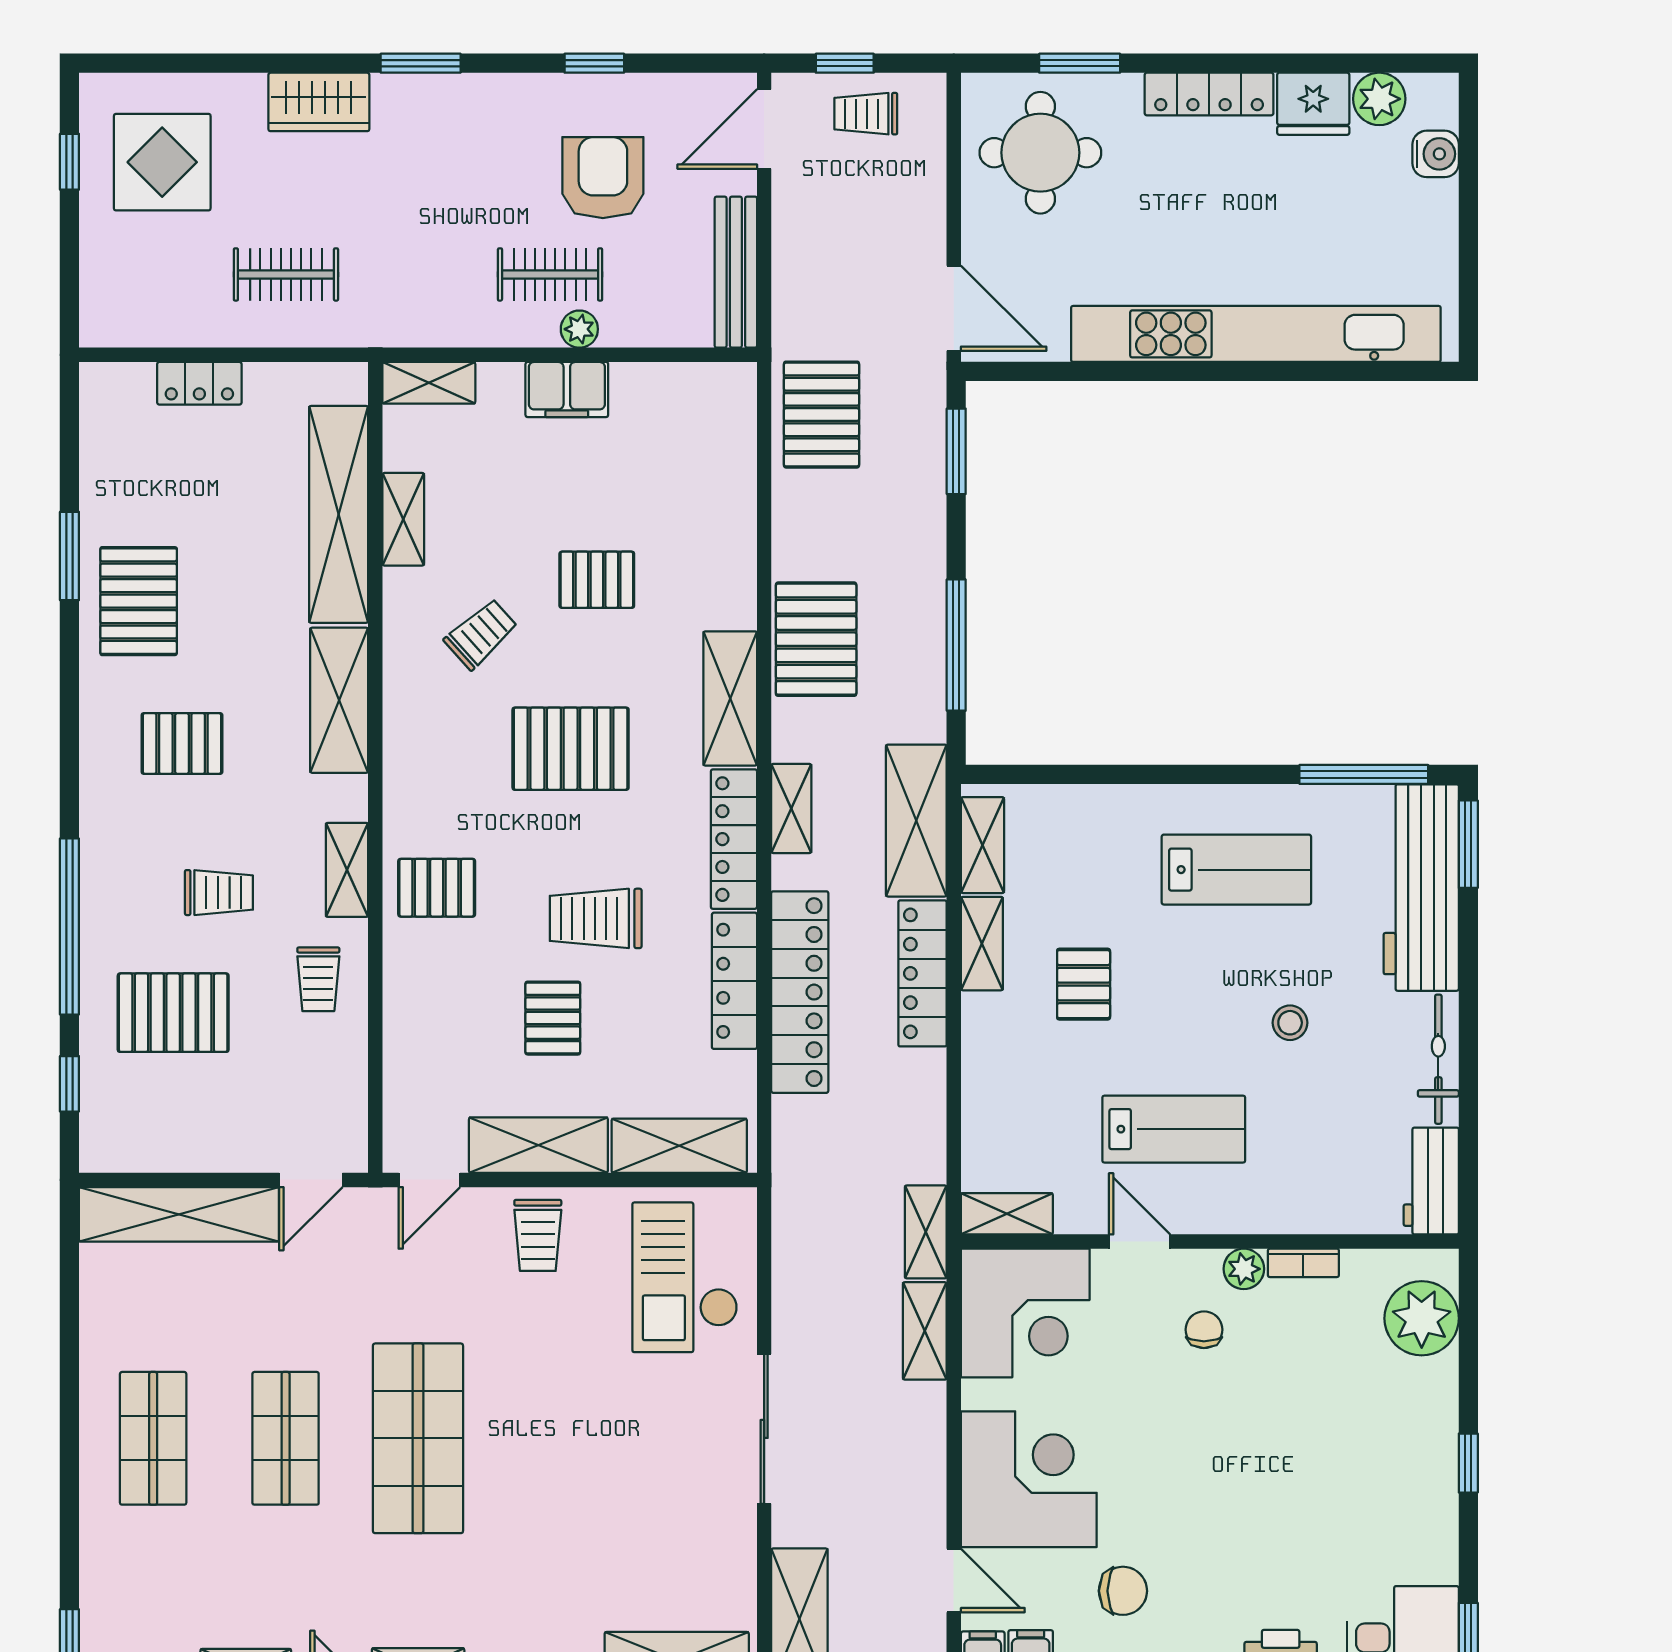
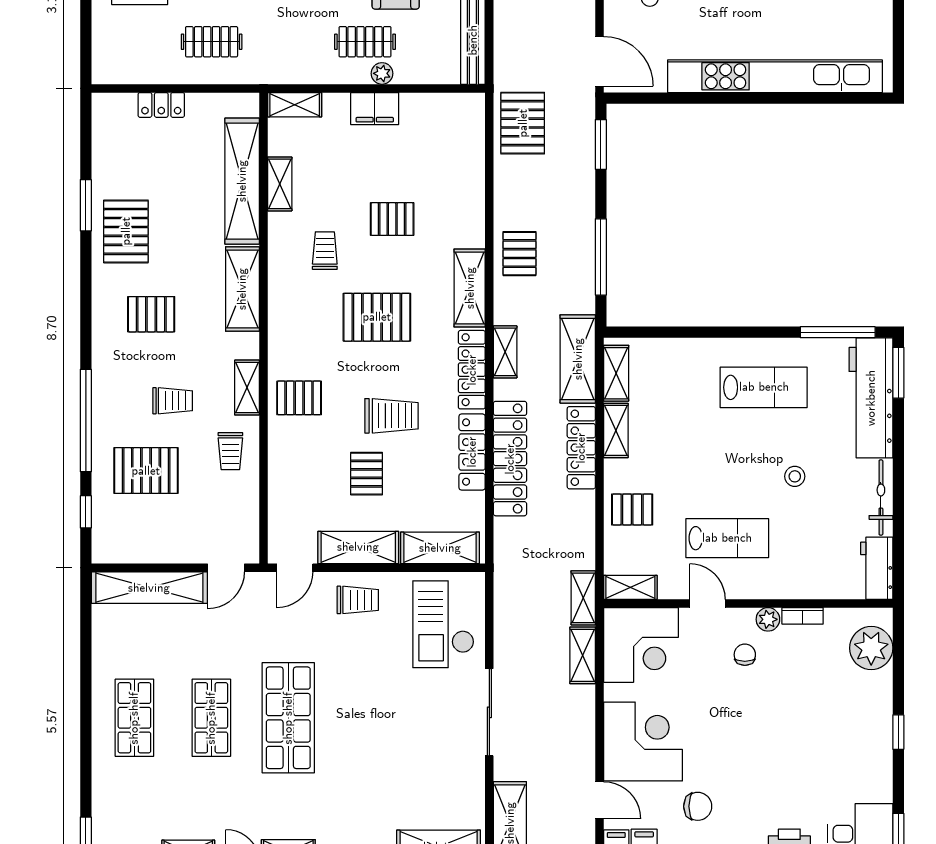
trolley: (481, 634) -> (325, 251), turned -48
pallet: (816, 639) -> (520, 254), width x0.67, depth x0.71
trolley: (596, 918) -> (391, 416), turned 180
pallet: (1084, 984) -> (632, 509), moved, turned 90
trolley: (538, 1235) -> (358, 600), turned -90

